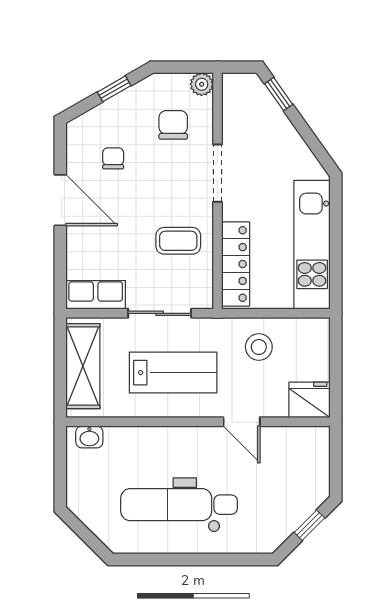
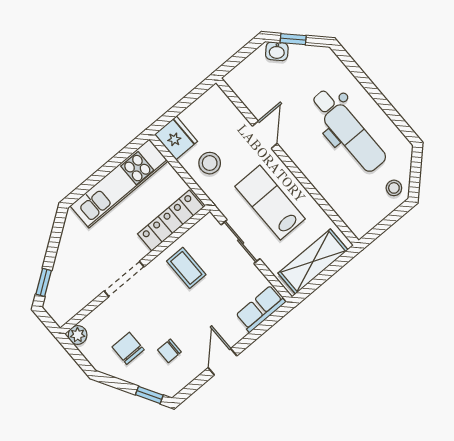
window: (114, 89) -> (149, 395), moved
chair: (173, 125) -> (128, 348), moved, turned 90
door: (60, 200) -> (223, 362), width x0.73
row of seats: (96, 295) -> (260, 309), moved, turned 90
fridge: (310, 400) -> (176, 138), moved, turned 180
washbasin: (89, 437) -> (277, 51), moved, turned 135
stool: (88, 502) -> (394, 188), added

